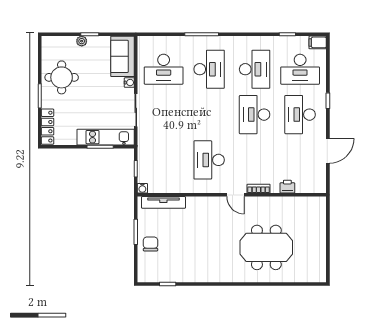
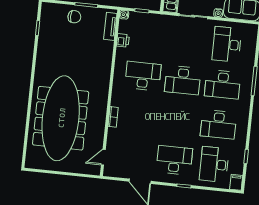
desk: (255, 115) -> (183, 80), moved, turned 180
printer: (287, 187) -> (123, 40), moved
door: (235, 195) -> (103, 157), moved
tv unit: (163, 202) -> (110, 26), width x0.71
meeting table: (266, 247) -> (61, 118), width x1.86, depth x1.27

